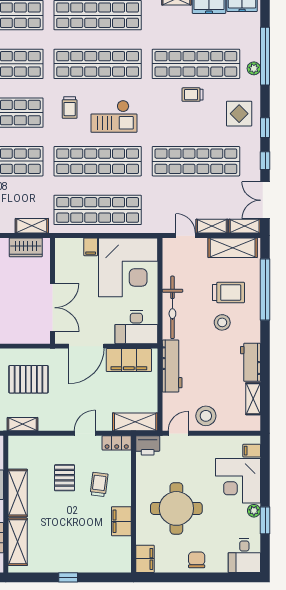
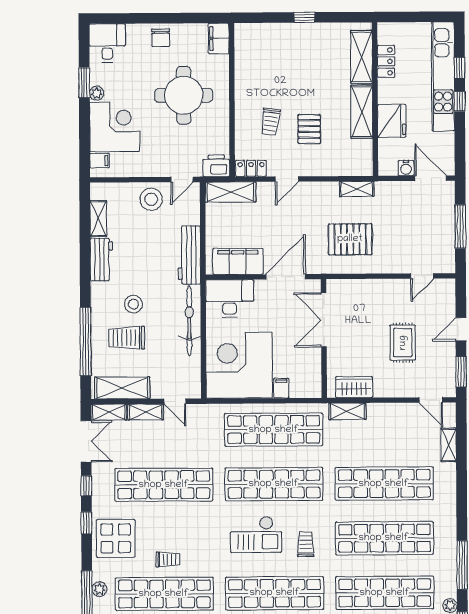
display table: (239, 114) -> (116, 538), width x1.36, depth x1.36
checkout: (114, 116) -> (256, 535), turned 180
filing cabinet: (121, 521) -> (245, 81), removed

